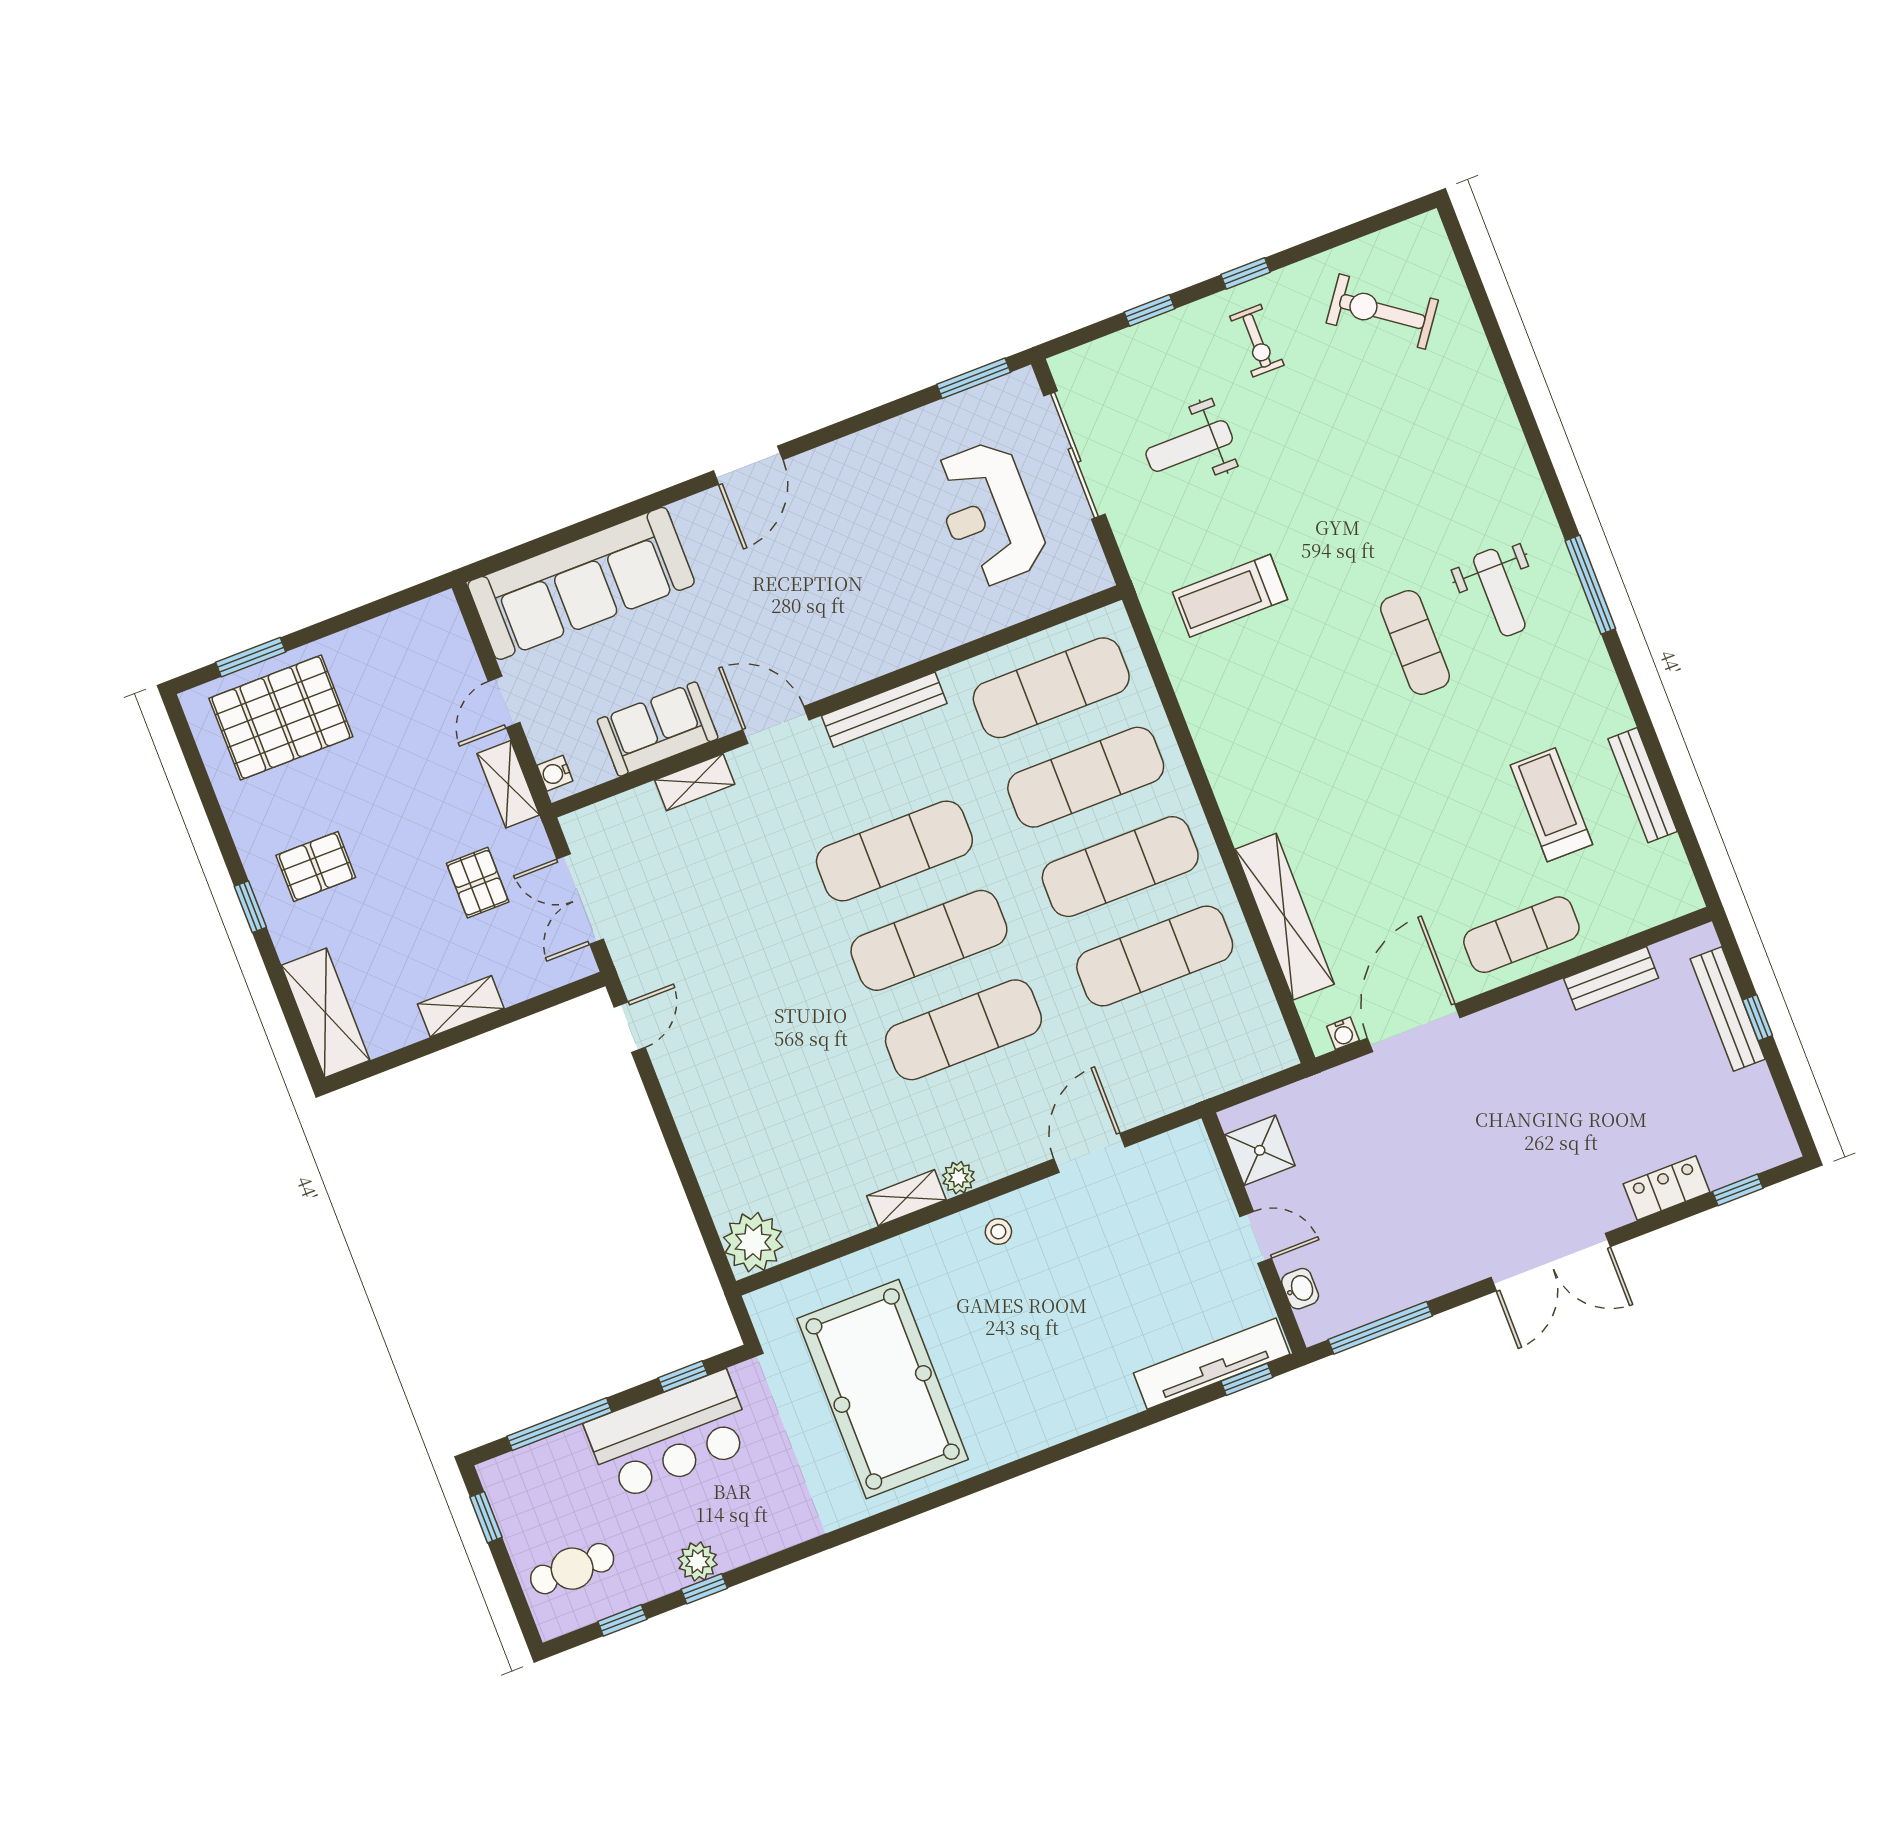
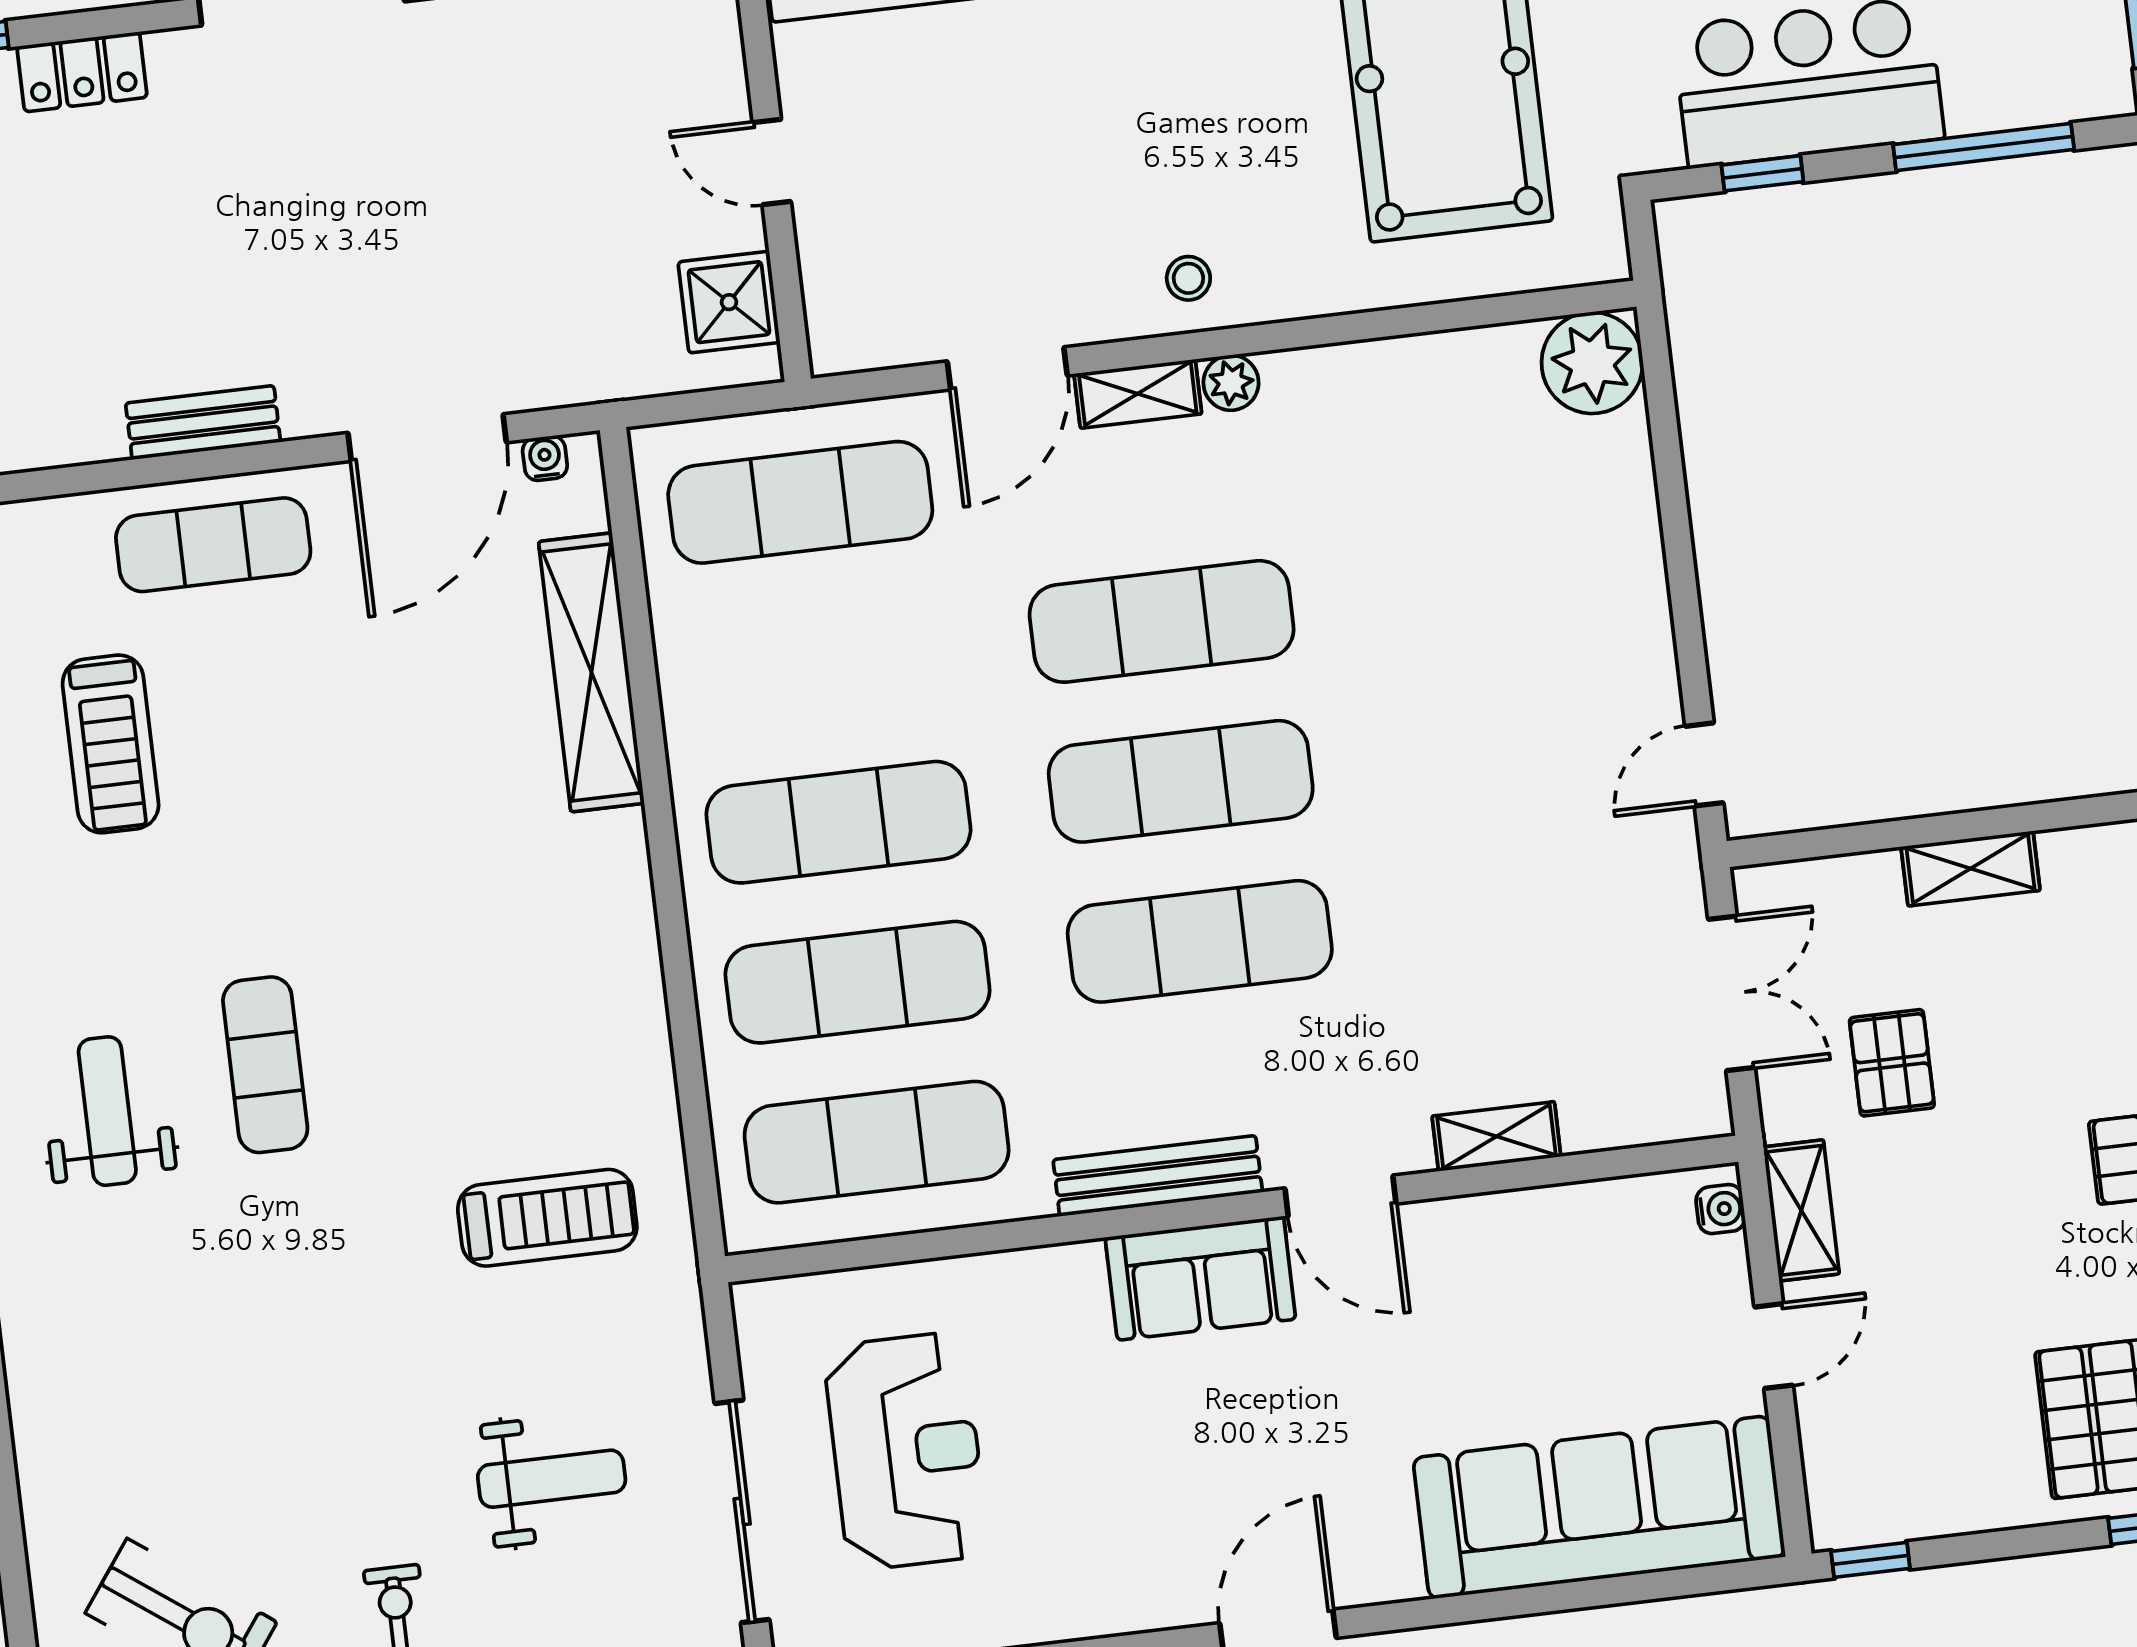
window: (417, 593) -> (1871, 1560), added
sofa: (658, 729) -> (1200, 1278), moved
exercise mat: (1155, 956) -> (800, 502), moved
bench: (1611, 978) -> (203, 422), moved
shelving: (906, 1198) -> (1138, 394), moved
washbasin: (1300, 1289) -> (721, 60), removed

